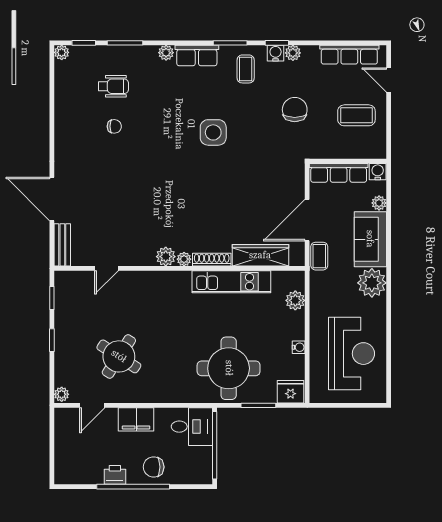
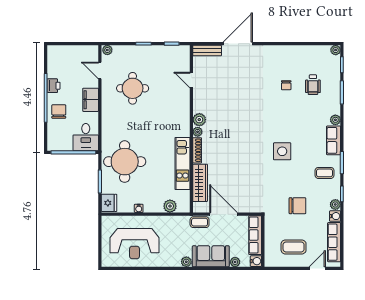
water cooler: (276, 53) -> (335, 216), moved
coffee table: (356, 115) -> (294, 247), turned 90
plant: (372, 283) -> (186, 262), width x0.53, depth x0.53
round table: (119, 356) -> (133, 88), turned -33

